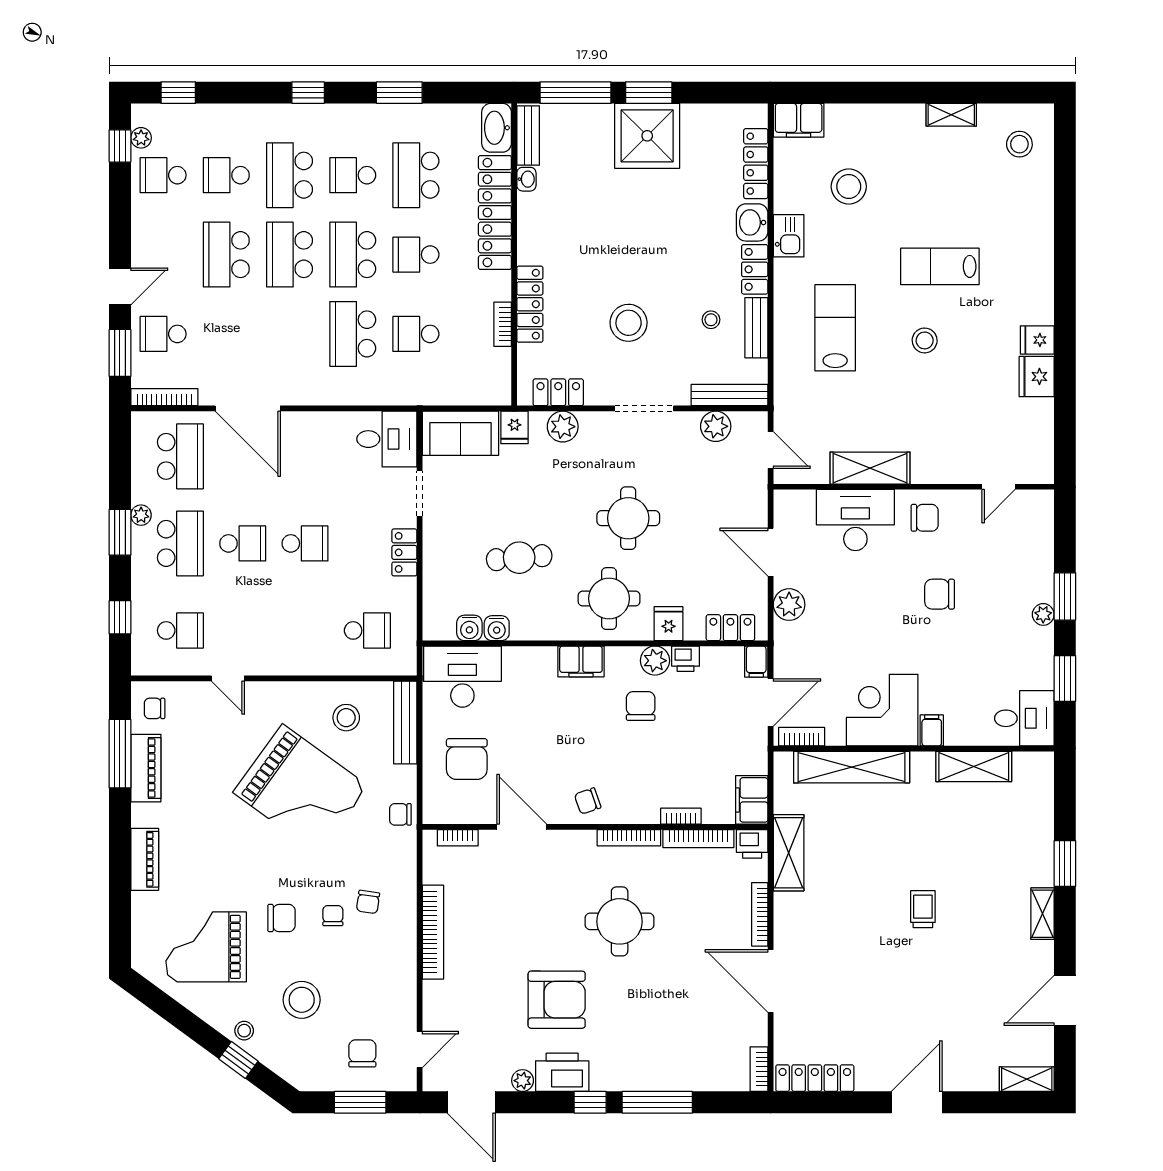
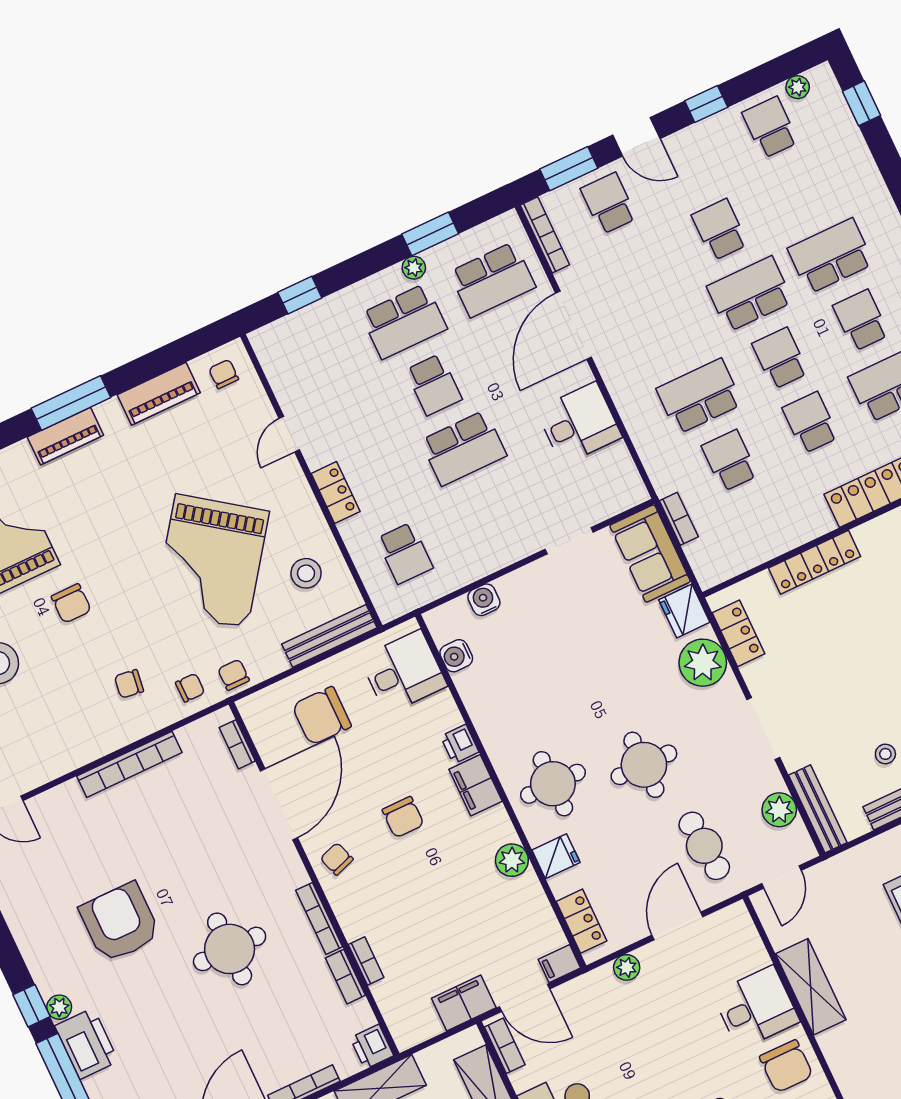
window: (120, 146) -> (706, 104), moved
school desk: (226, 175) -> (800, 192), removed
school desk: (226, 255) -> (720, 230), width x0.54
school desk: (353, 255) -> (780, 358), width x0.54
stool: (629, 323) -> (843, 672), removed
bookcase: (503, 324) -> (679, 519), moved, turned 90
fridge: (515, 427) -> (684, 611), width x1.38
plant: (563, 427) -> (703, 663), width x1.36, depth x1.36
desk: (387, 439) -> (579, 423), moved, turned -90
chair: (925, 518) -> (786, 1066), width x1.37, depth x1.37
desk: (855, 520) -> (756, 1008), width x0.73
window: (120, 532) -> (430, 234), moved
school desk: (305, 543) -> (464, 448), width x1.85
locker: (404, 552) -> (336, 492), moved, turned 90
cafe table: (519, 558) -> (704, 846), moved
plant: (789, 605) -> (627, 967), width x0.73, depth x0.73
water cooler: (497, 628) -> (484, 600), moved, turned 90
school desk: (180, 630) -> (315, 363), removed
printer: (686, 659) -> (460, 744), moved
desk: (462, 677) -> (403, 672), width x0.73
chair: (641, 706) -> (403, 817), moved, turned 90
window: (120, 754) -> (71, 403), moved
filing cabinet: (752, 800) -> (464, 1003), moved
door: (522, 827) -> (279, 804), width x1.36
bookcase: (698, 839) -> (345, 977), width x0.64
chair: (333, 916) -> (190, 688), moved
armchair: (557, 1000) -> (120, 922), turned 180
printer: (562, 1072) -> (87, 1044), moved
plant: (523, 1081) -> (59, 1007), moved

